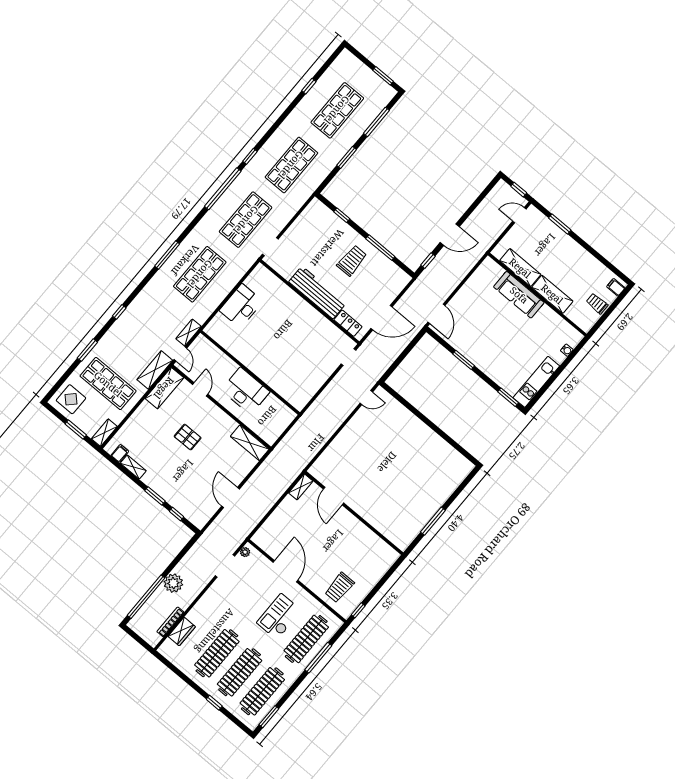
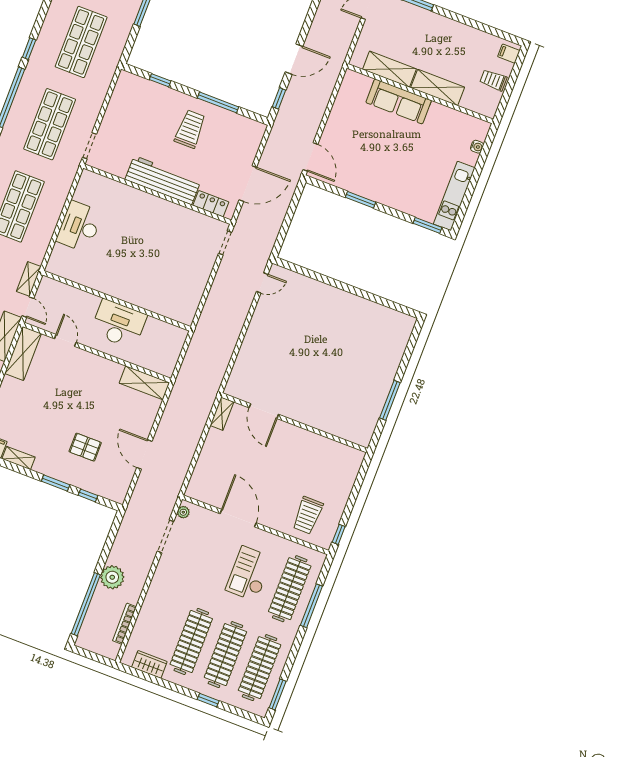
pallet: (188, 437) -> (85, 447), moved
wardrobe: (182, 631) -> (149, 664), moved, turned -90

